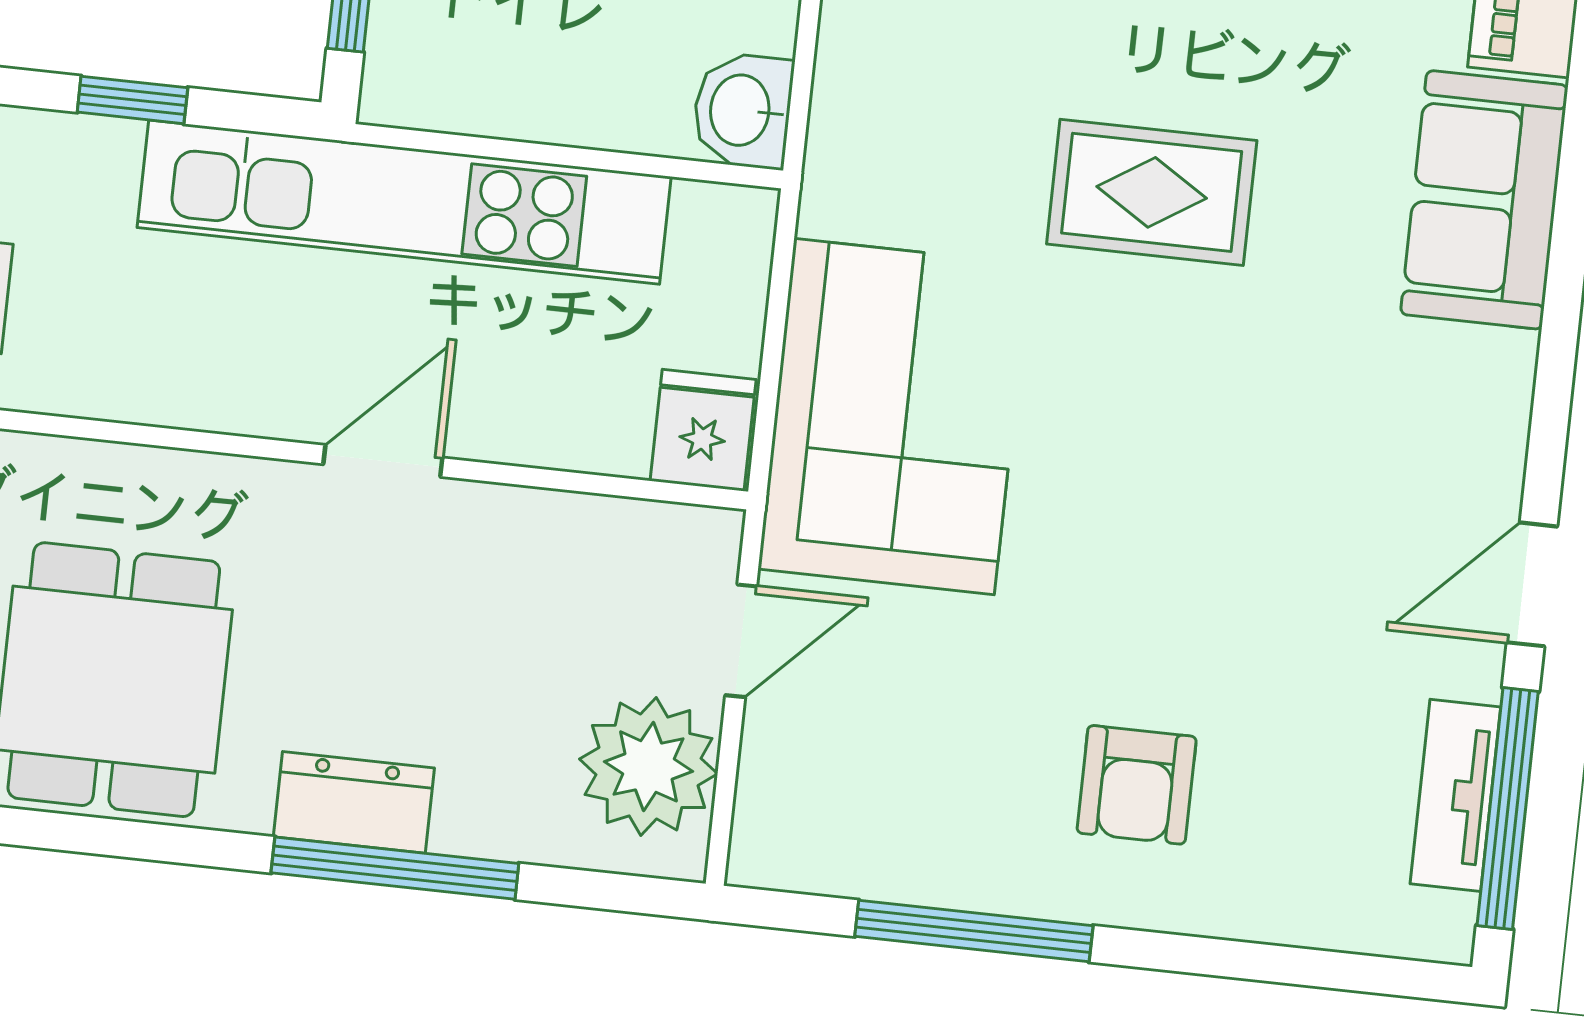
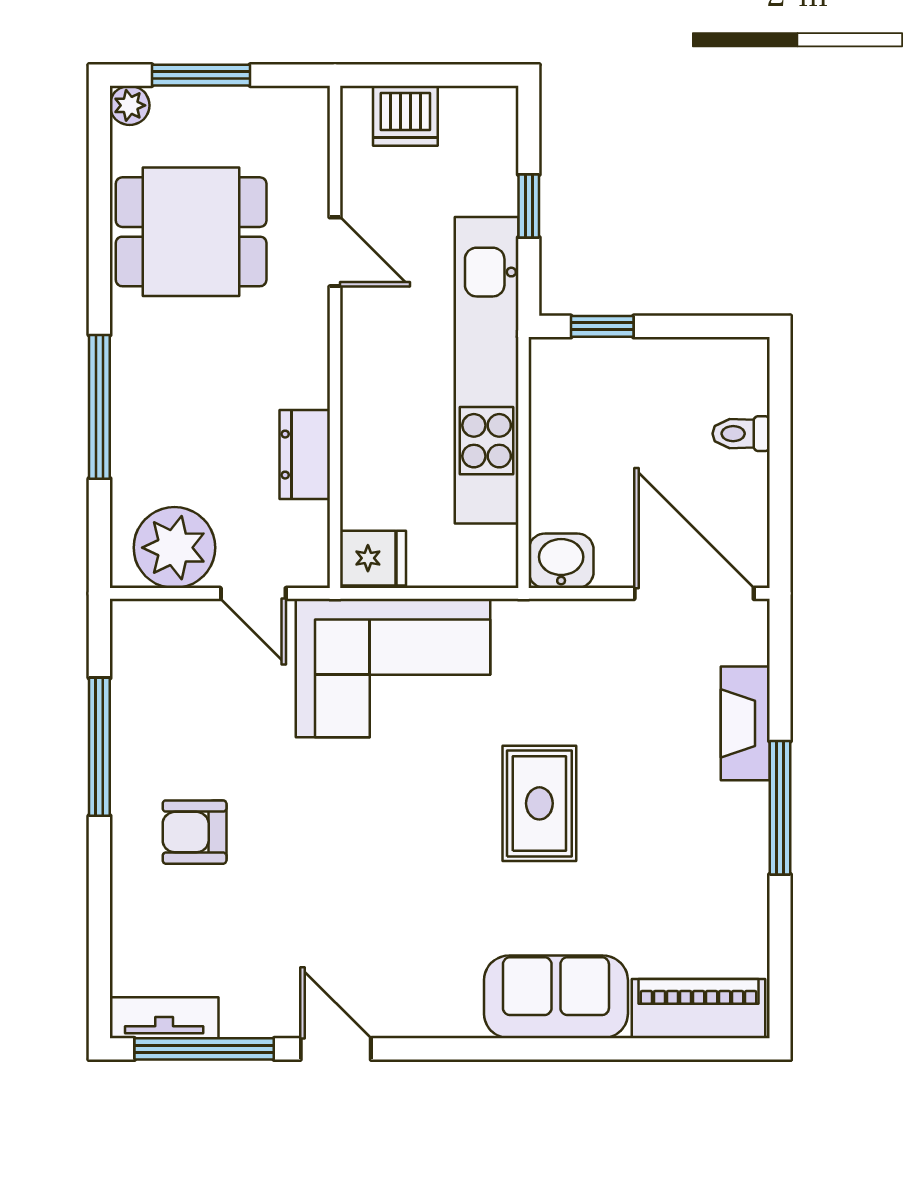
door: (383, 461) -> (335, 252), moved
tv unit: (1455, 795) -> (164, 1018), moved
dresser: (354, 802) -> (305, 455), moved, turned 180

